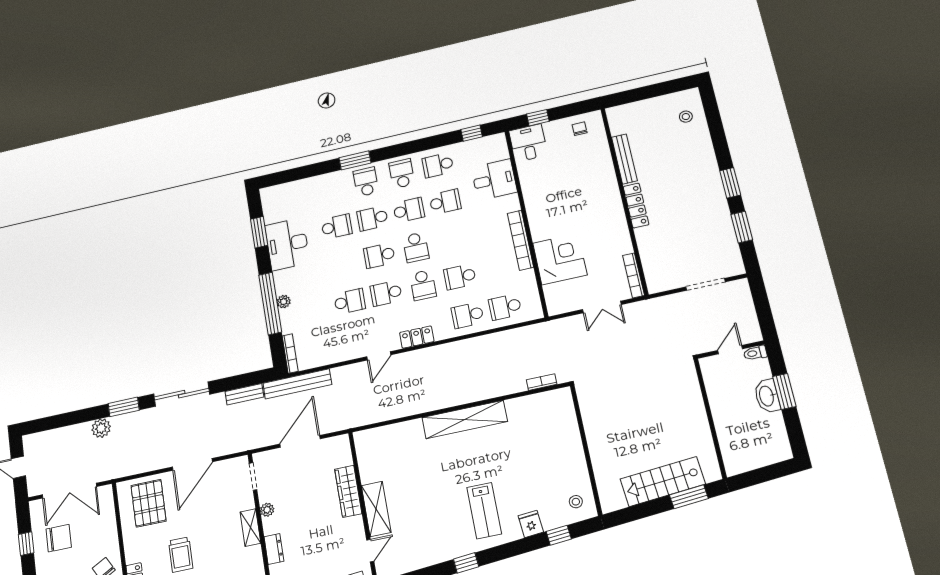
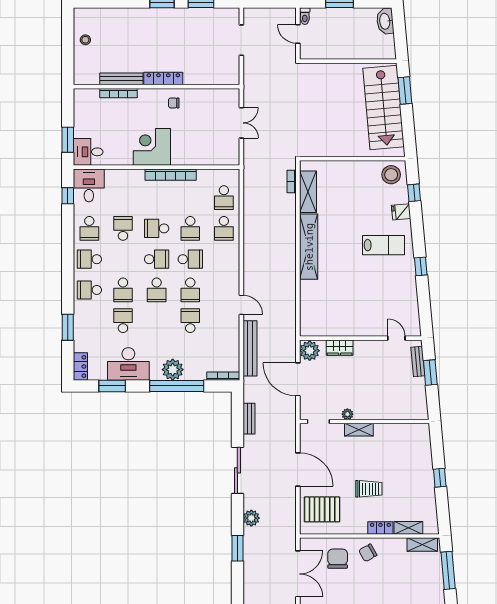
stool: (686, 117) -> (85, 40), moved
window: (538, 118) -> (68, 140), width x1.50
chair: (580, 129) -> (174, 103), moved
window: (355, 160) -> (68, 327), moved
desk: (494, 180) -> (89, 185), moved
school desk: (409, 210) -> (157, 228), moved, turned -90
corner desk: (560, 259) -> (152, 147), moved
bookcase: (634, 275) -> (118, 93), moved
plant: (284, 302) -> (173, 370), width x1.88, depth x1.88
locker: (417, 337) -> (80, 366), moved, turned 180
bench: (297, 384) -> (250, 348), moved
washbasin: (767, 396) -> (385, 21), moved, turned 85
window: (124, 407) -> (237, 548), moved
plant: (101, 428) -> (251, 518), moved
plant: (337, 448) -> (310, 351), added
stairs: (663, 482) -> (384, 108), width x1.36, depth x1.51
wardrobe: (348, 491) -> (340, 348), width x0.67
stool: (576, 502) -> (391, 175), width x1.89, depth x1.89
shelving: (376, 509) -> (308, 192), moved, turned 90
chair: (59, 538) -> (338, 559), moved
dresser: (274, 549) -> (380, 413), removed

